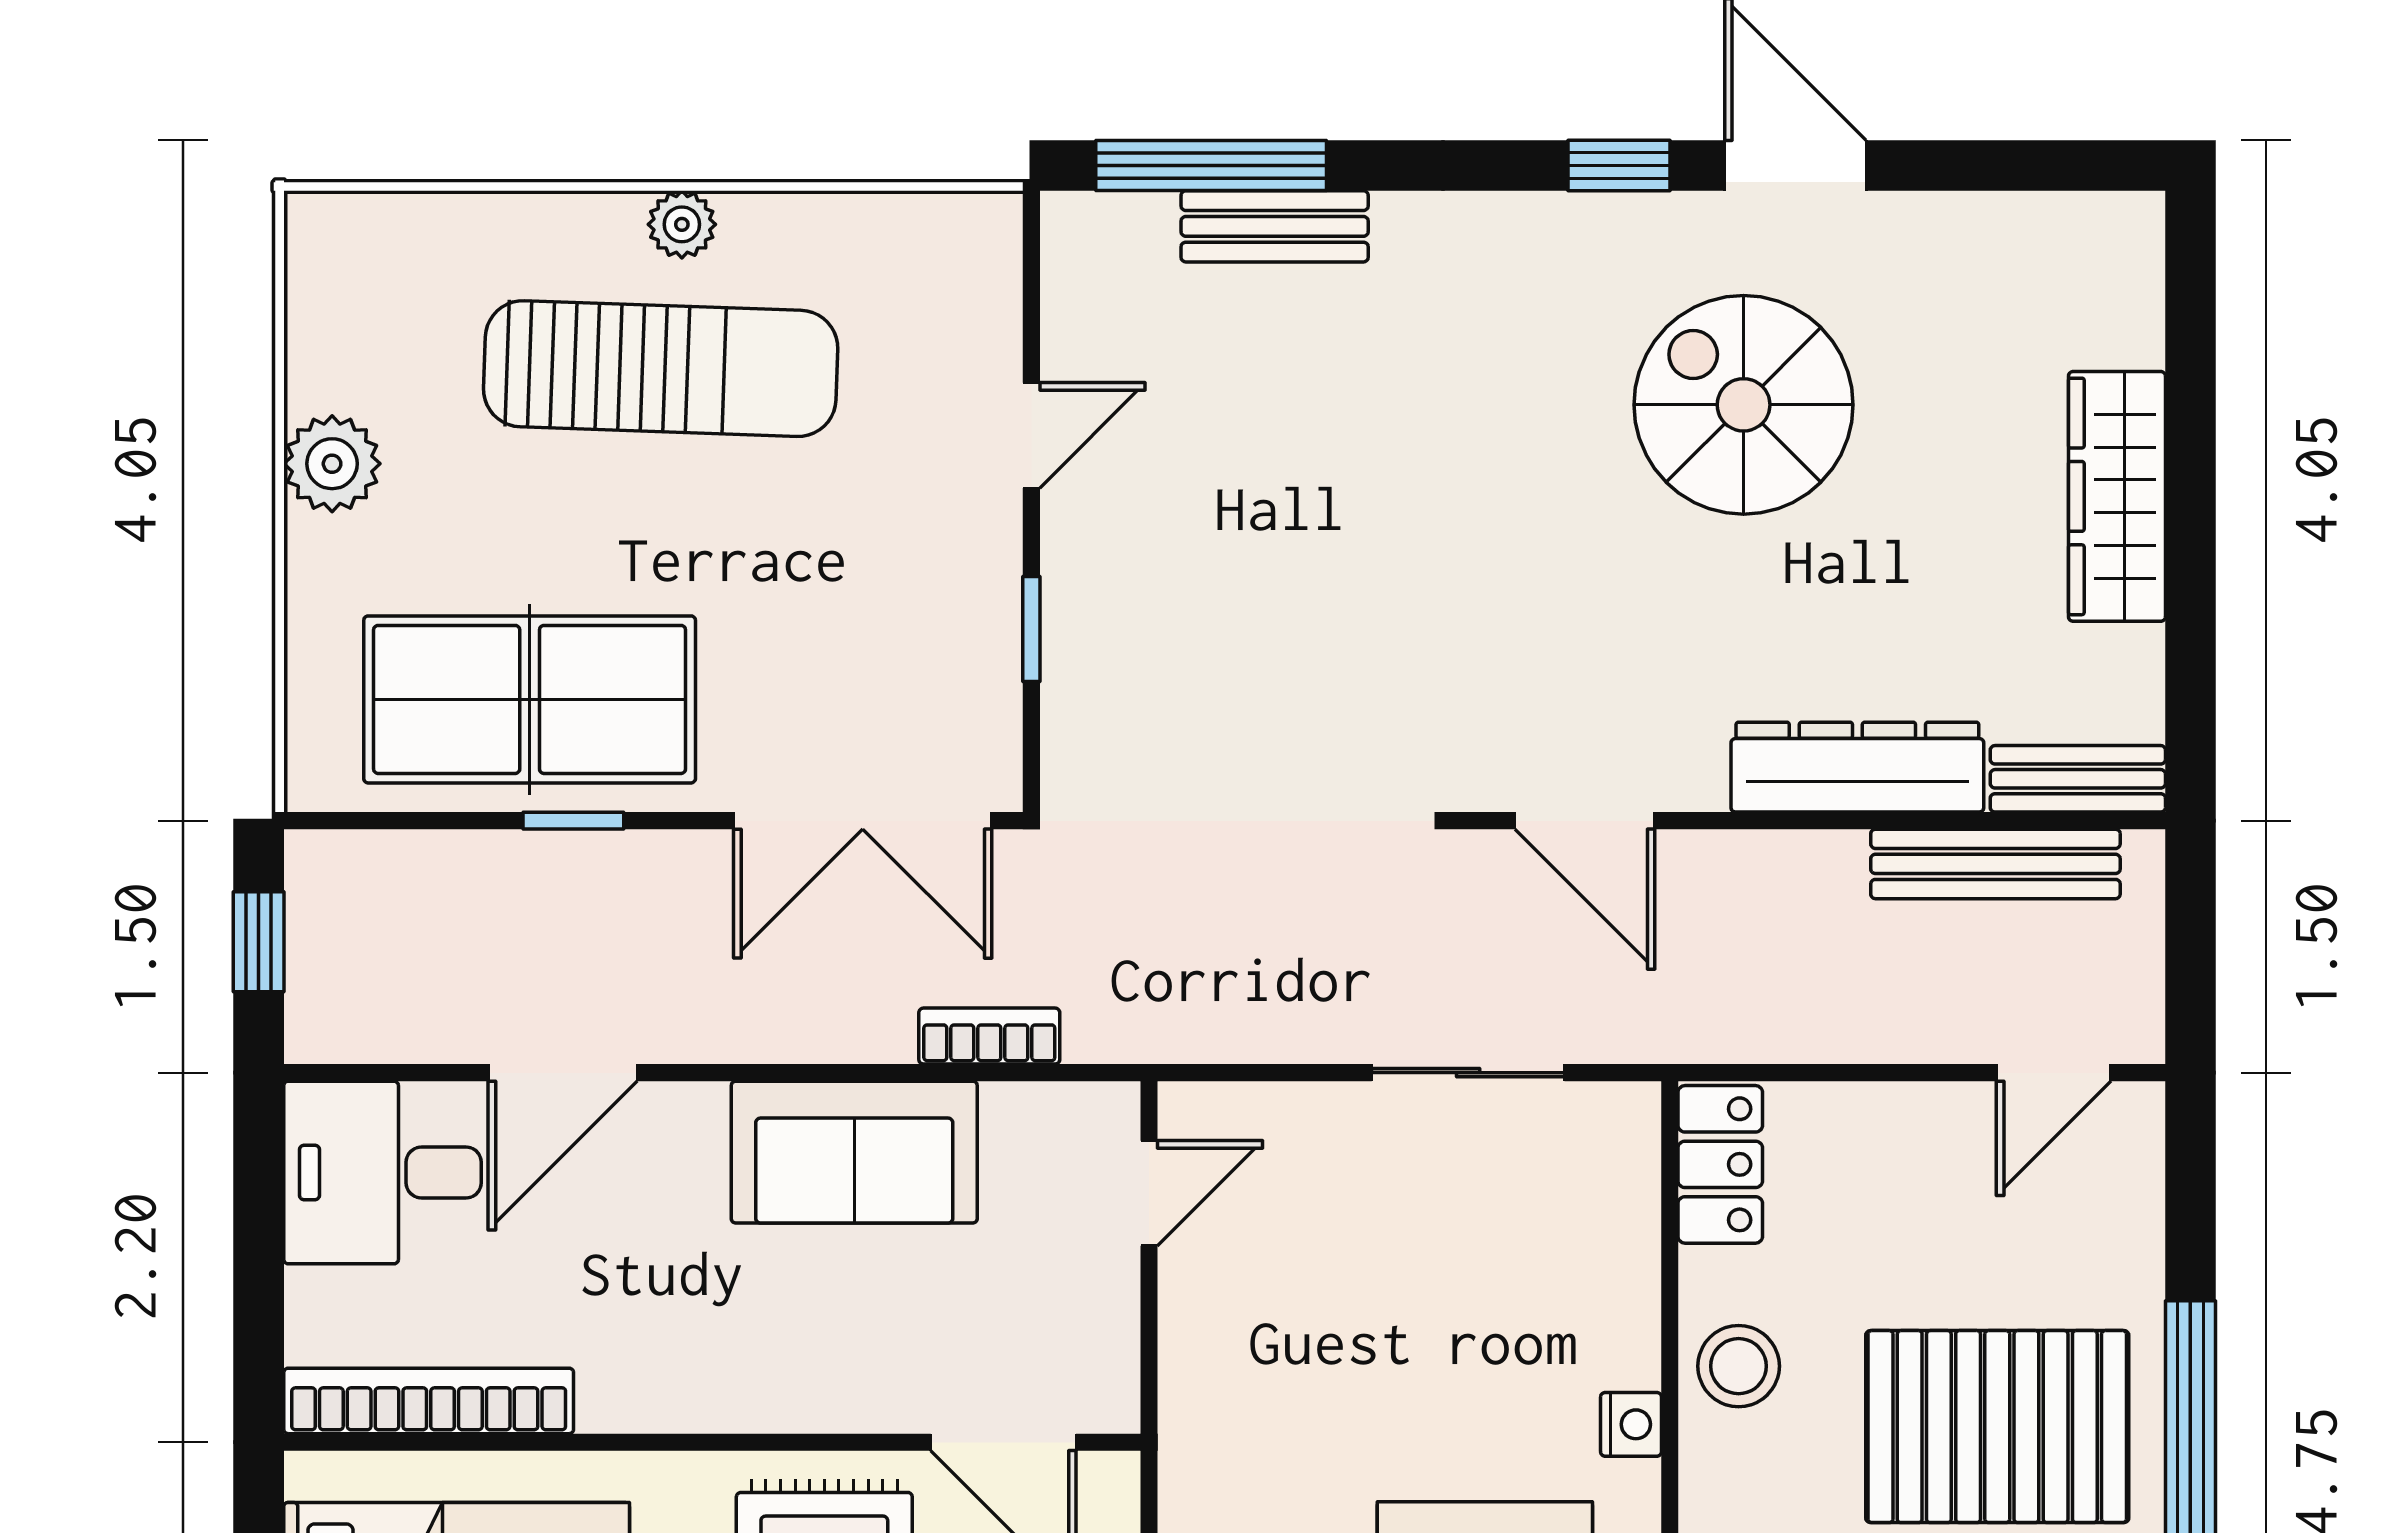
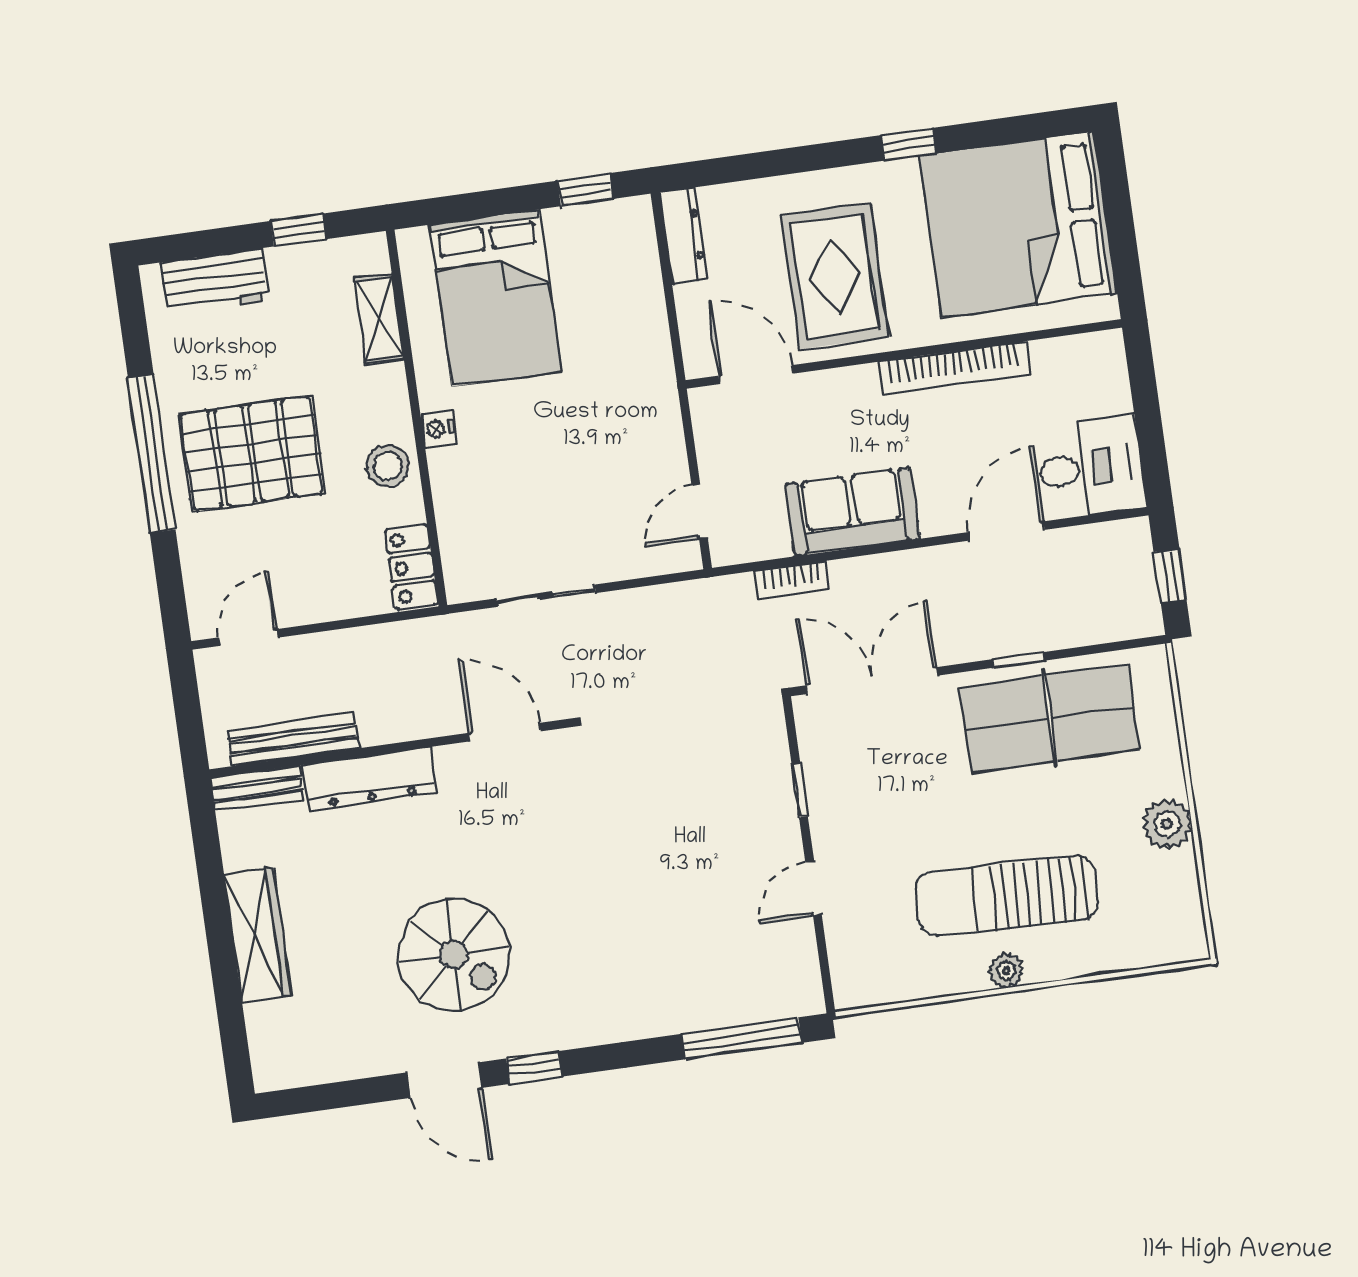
bench: (1275, 226) -> (705, 1012), removed
bookcase: (429, 1401) -> (954, 368), moved

